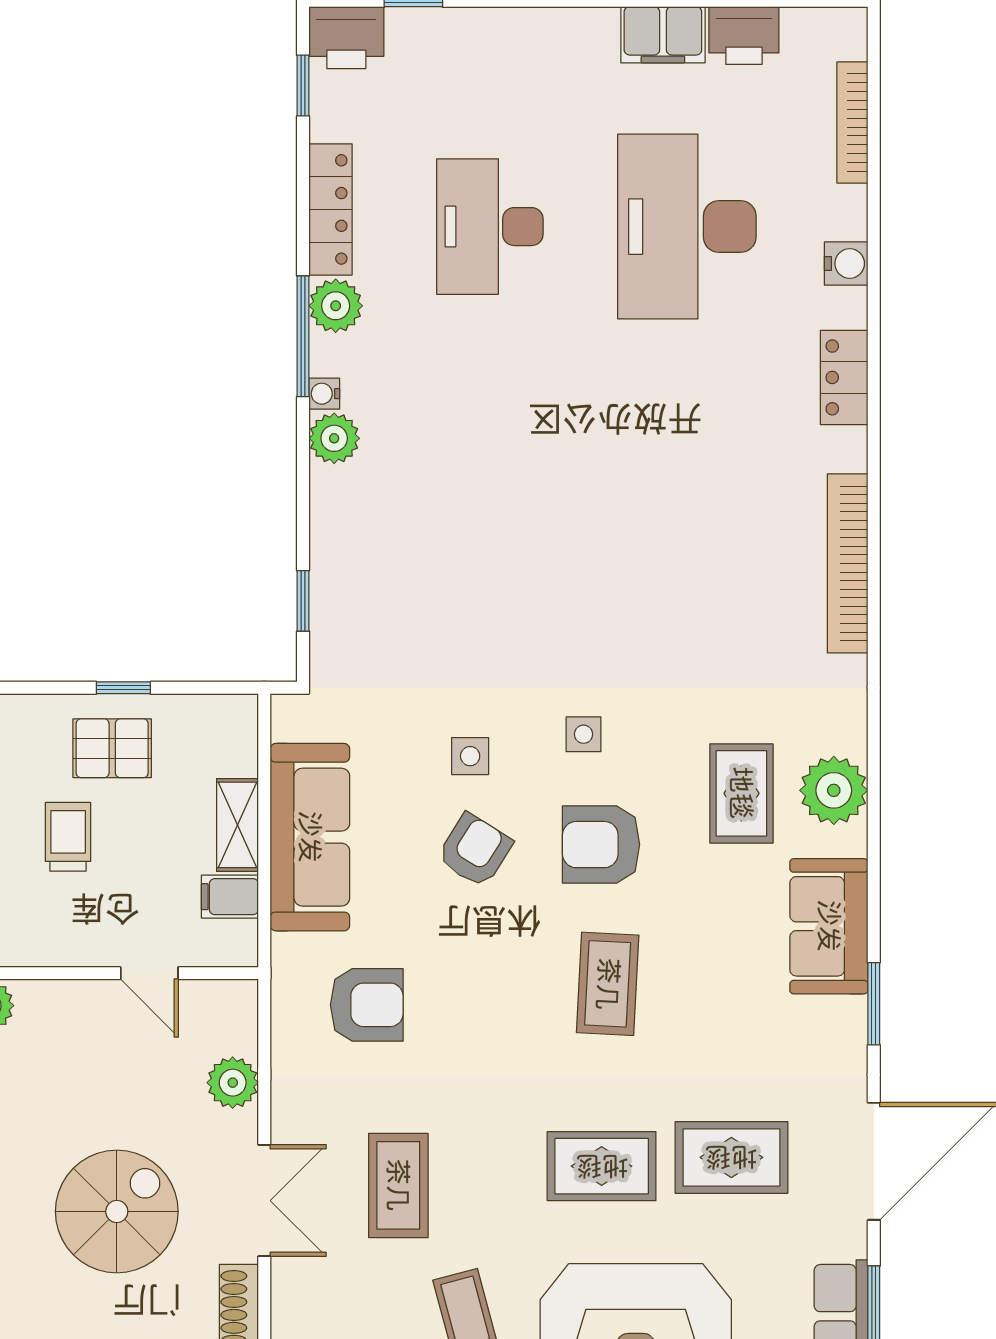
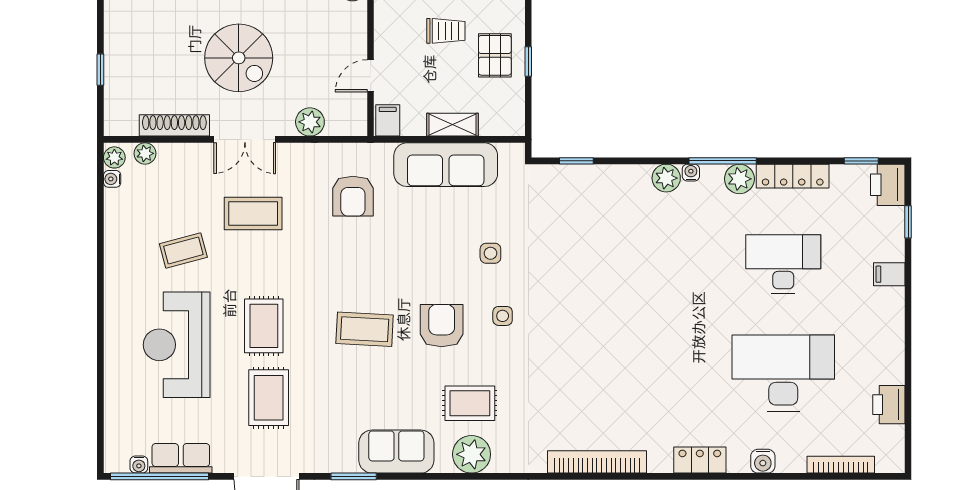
filing cabinet: (663, 35) -> (889, 274), moved, width x0.50
armchair: (475, 850) -> (438, 256), removed
filing cabinet: (230, 897) -> (388, 120), moved

